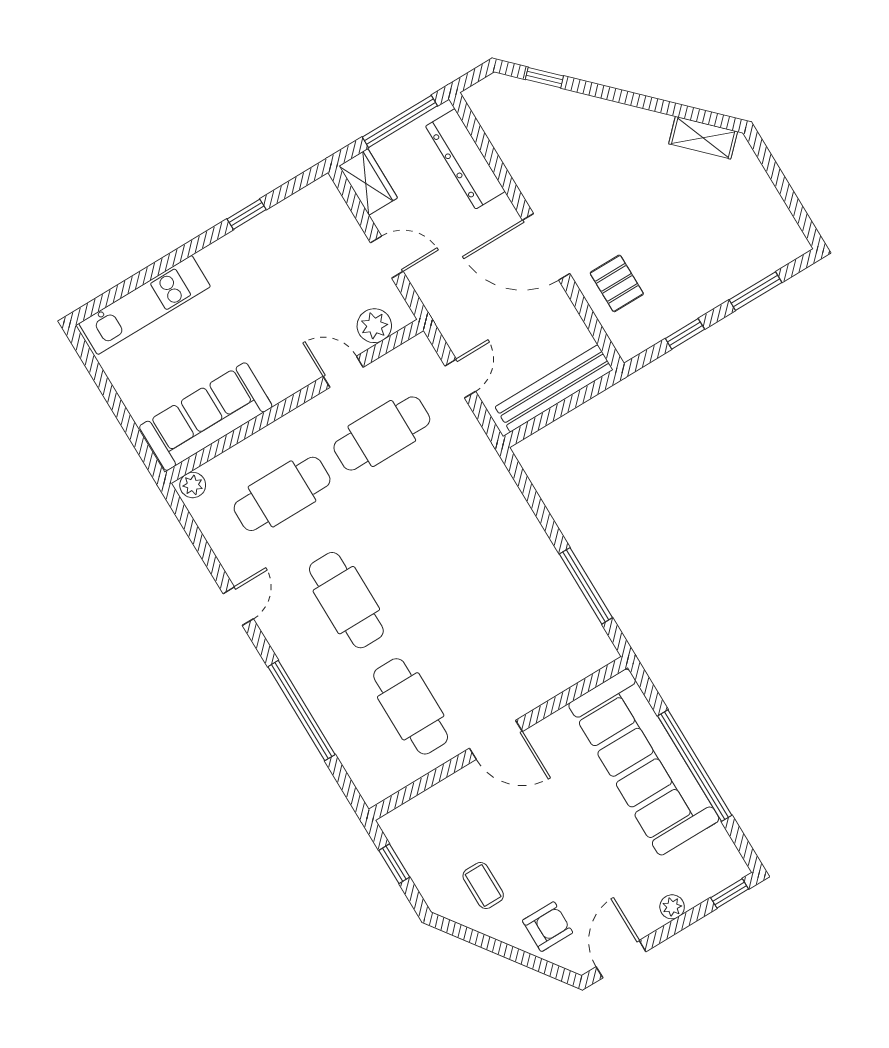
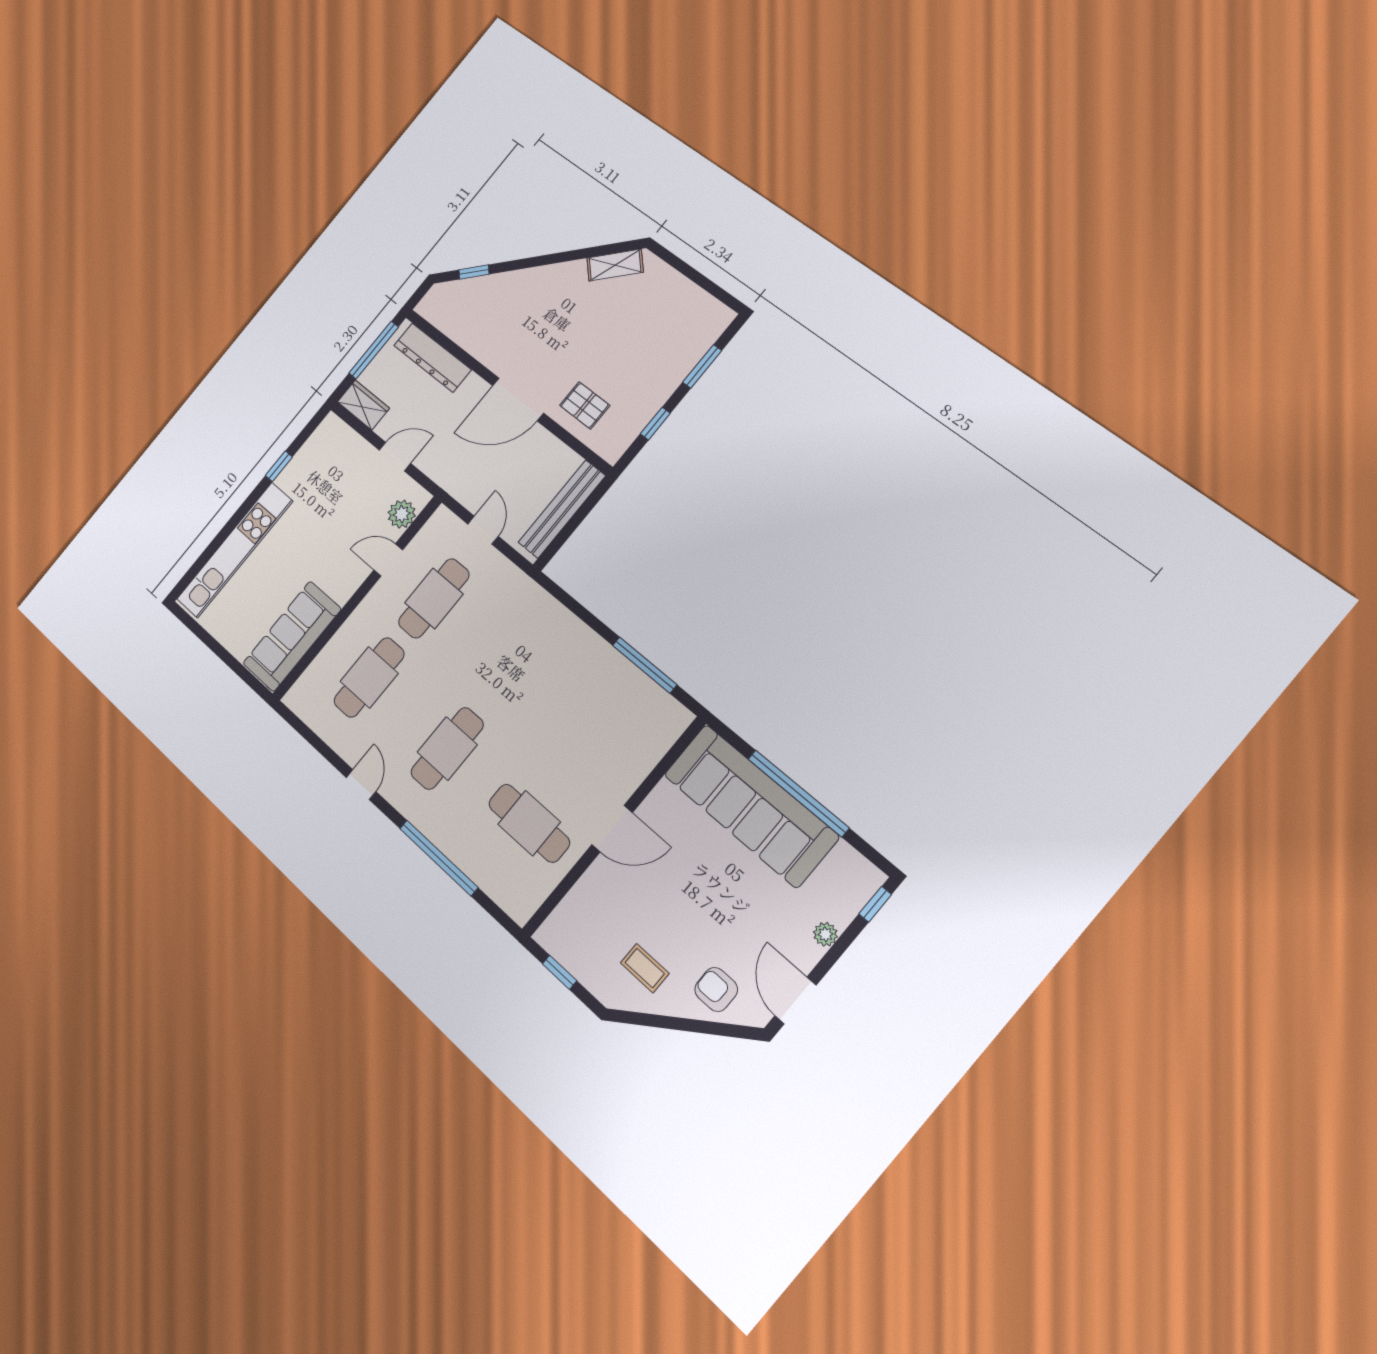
kitchen unit: (145, 305) -> (235, 550), width x1.36
plant: (193, 485) -> (297, 696), removed
cafe table: (346, 600) -> (447, 748), turned 90
armchair: (548, 927) -> (716, 989), turned -90

